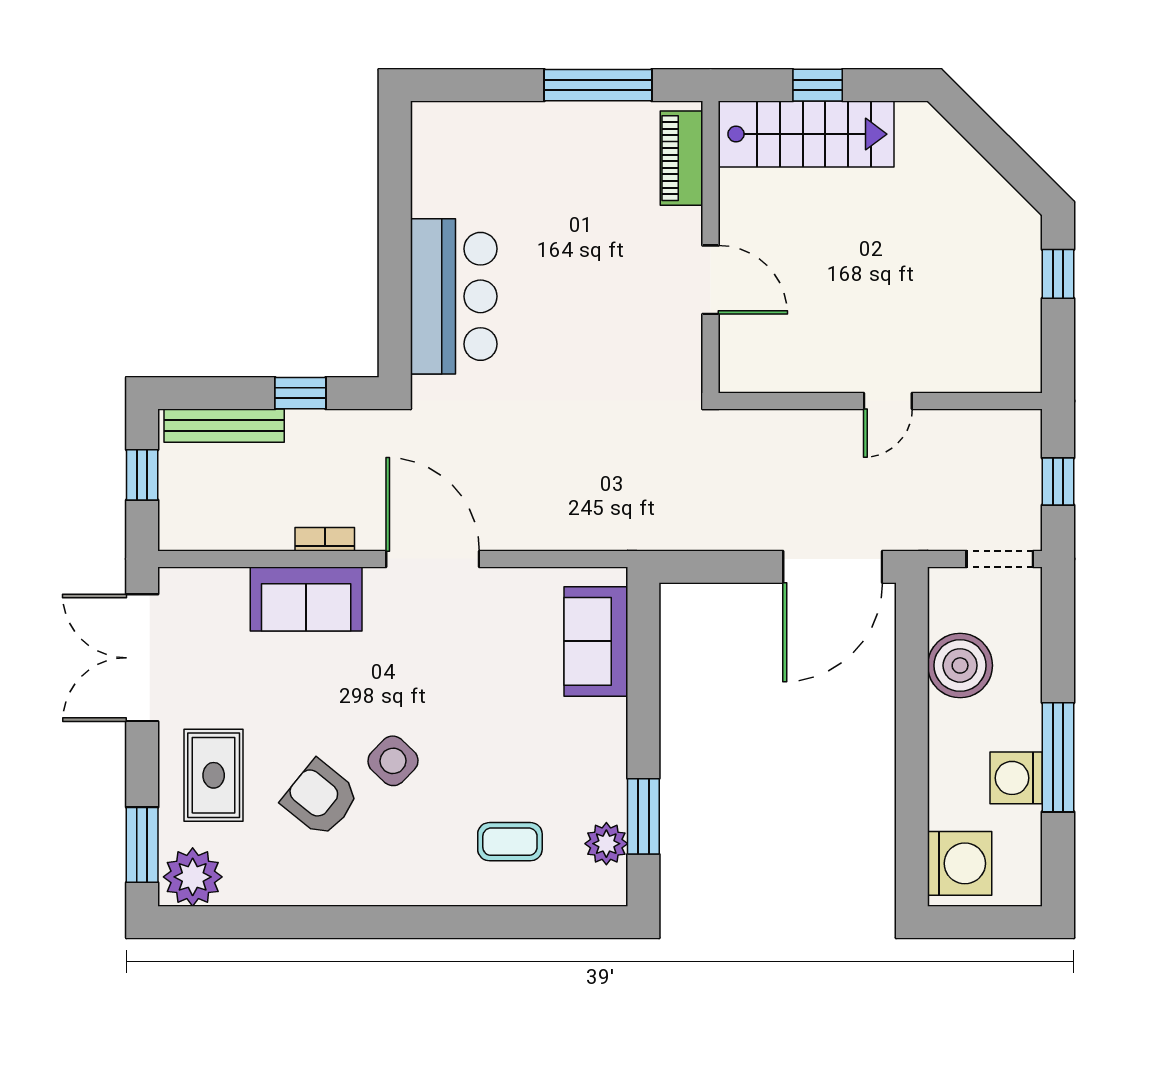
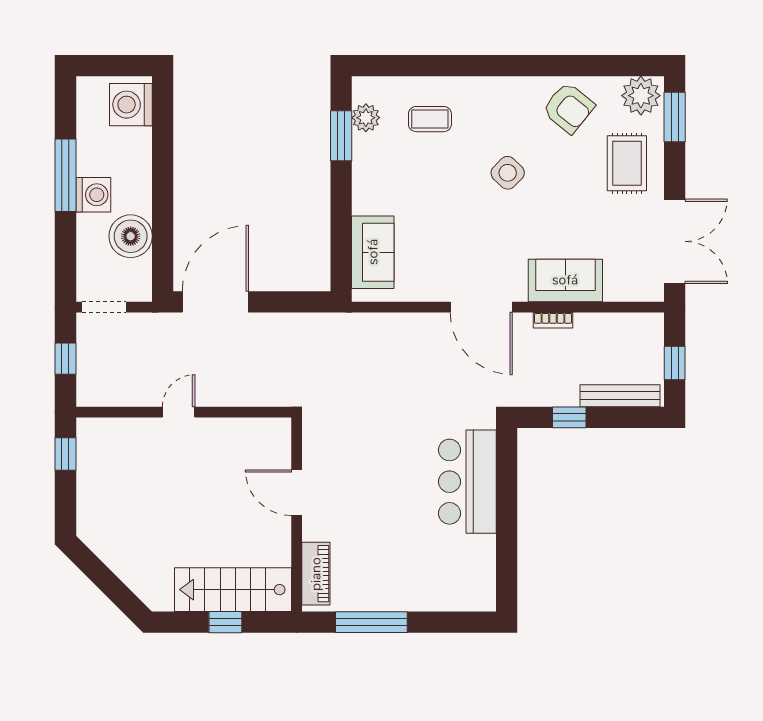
window: (1058, 274) -> (65, 454), moved
washing machine: (1016, 778) -> (93, 195), moved
armchair: (320, 798) -> (568, 108), moved

